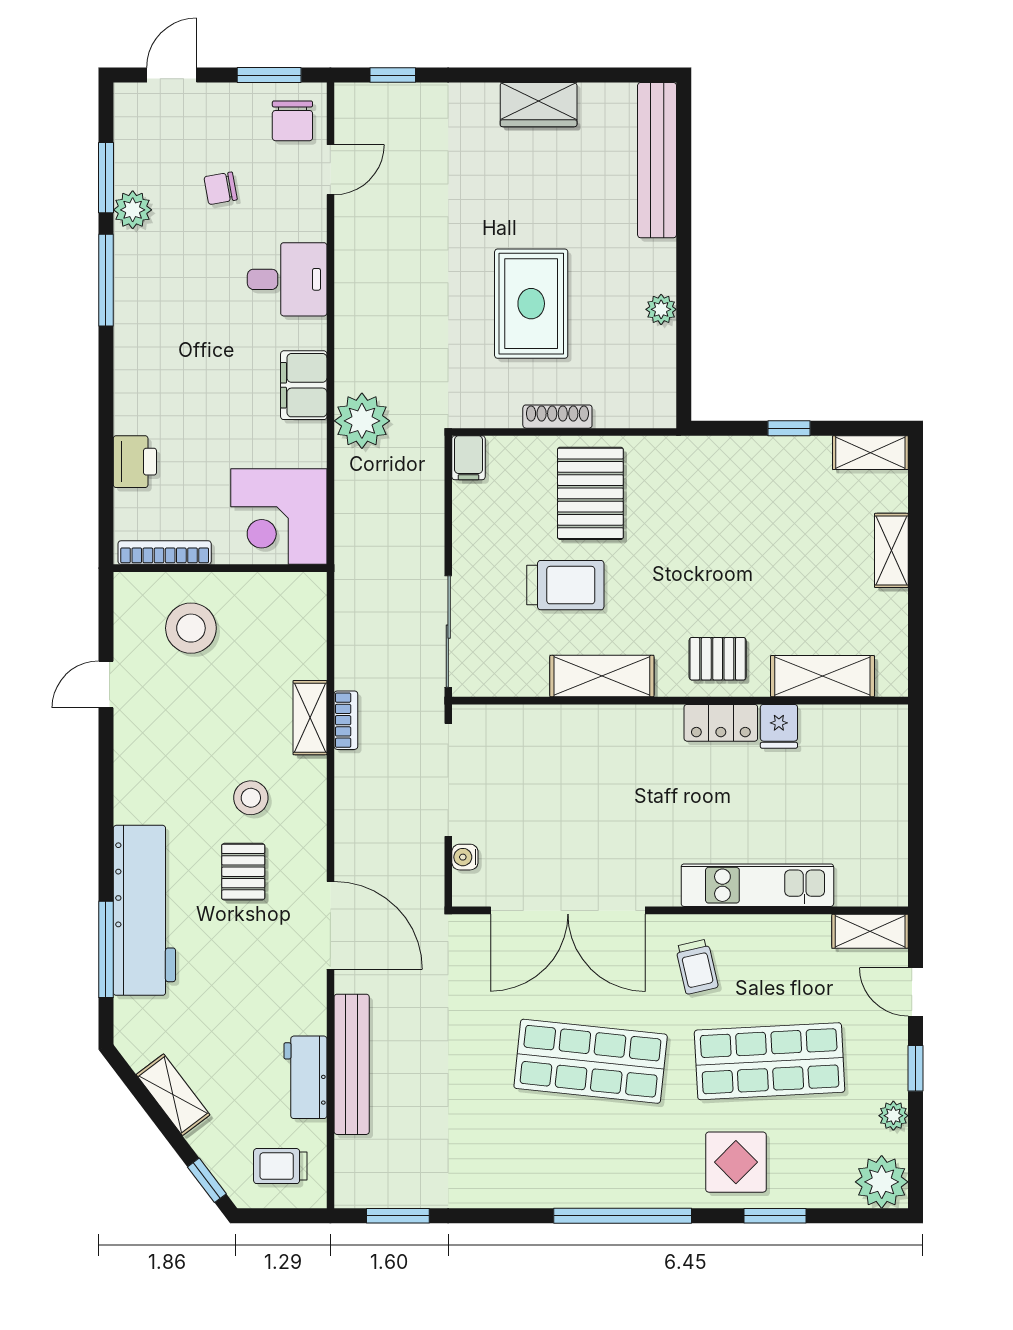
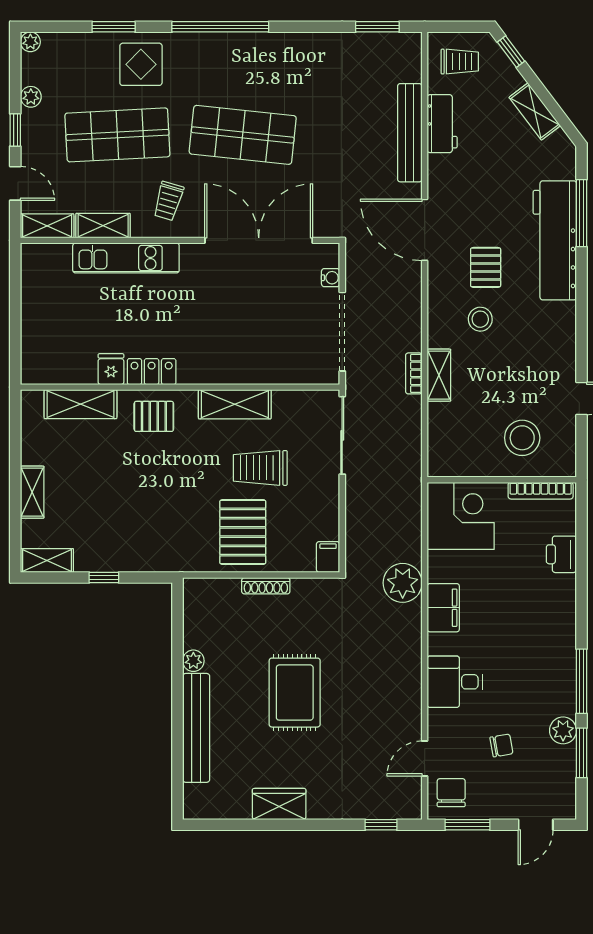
bench: (657, 160) -> (196, 728), moved
rug: (531, 304) -> (295, 693), moved
shelving: (790, 932) -> (103, 226), added
trolley: (697, 967) -> (168, 201), turned -151
plant: (882, 1182) -> (30, 42), width x0.53, depth x0.53

